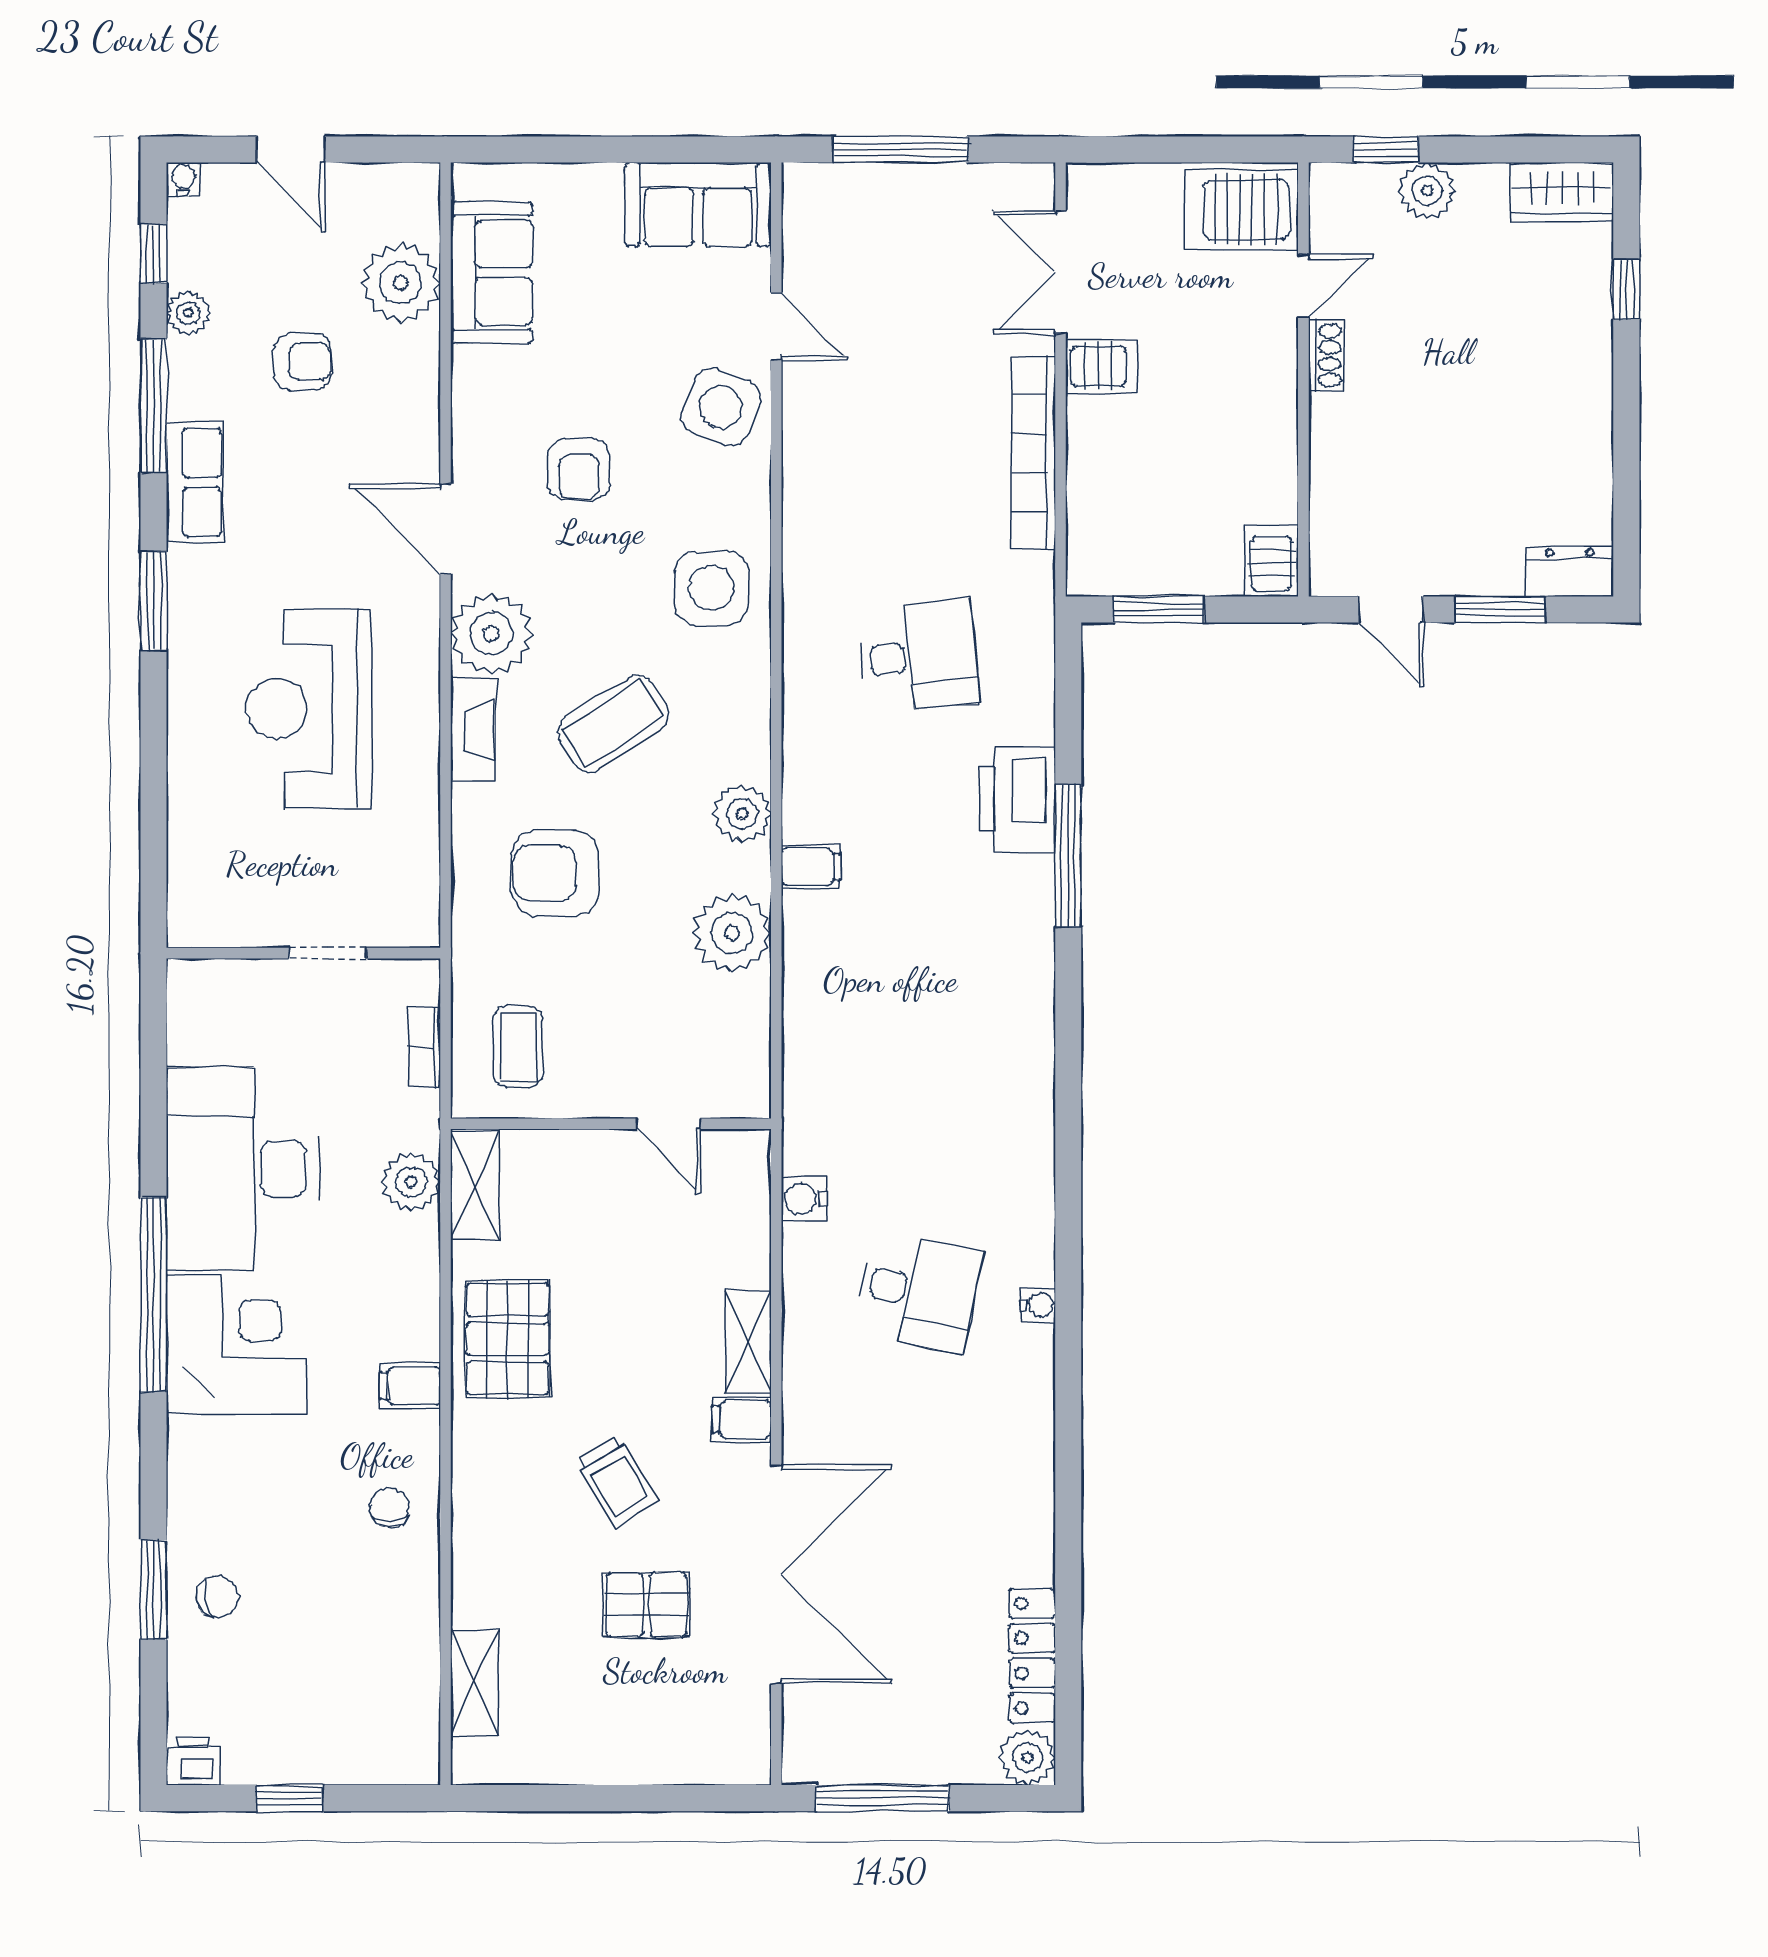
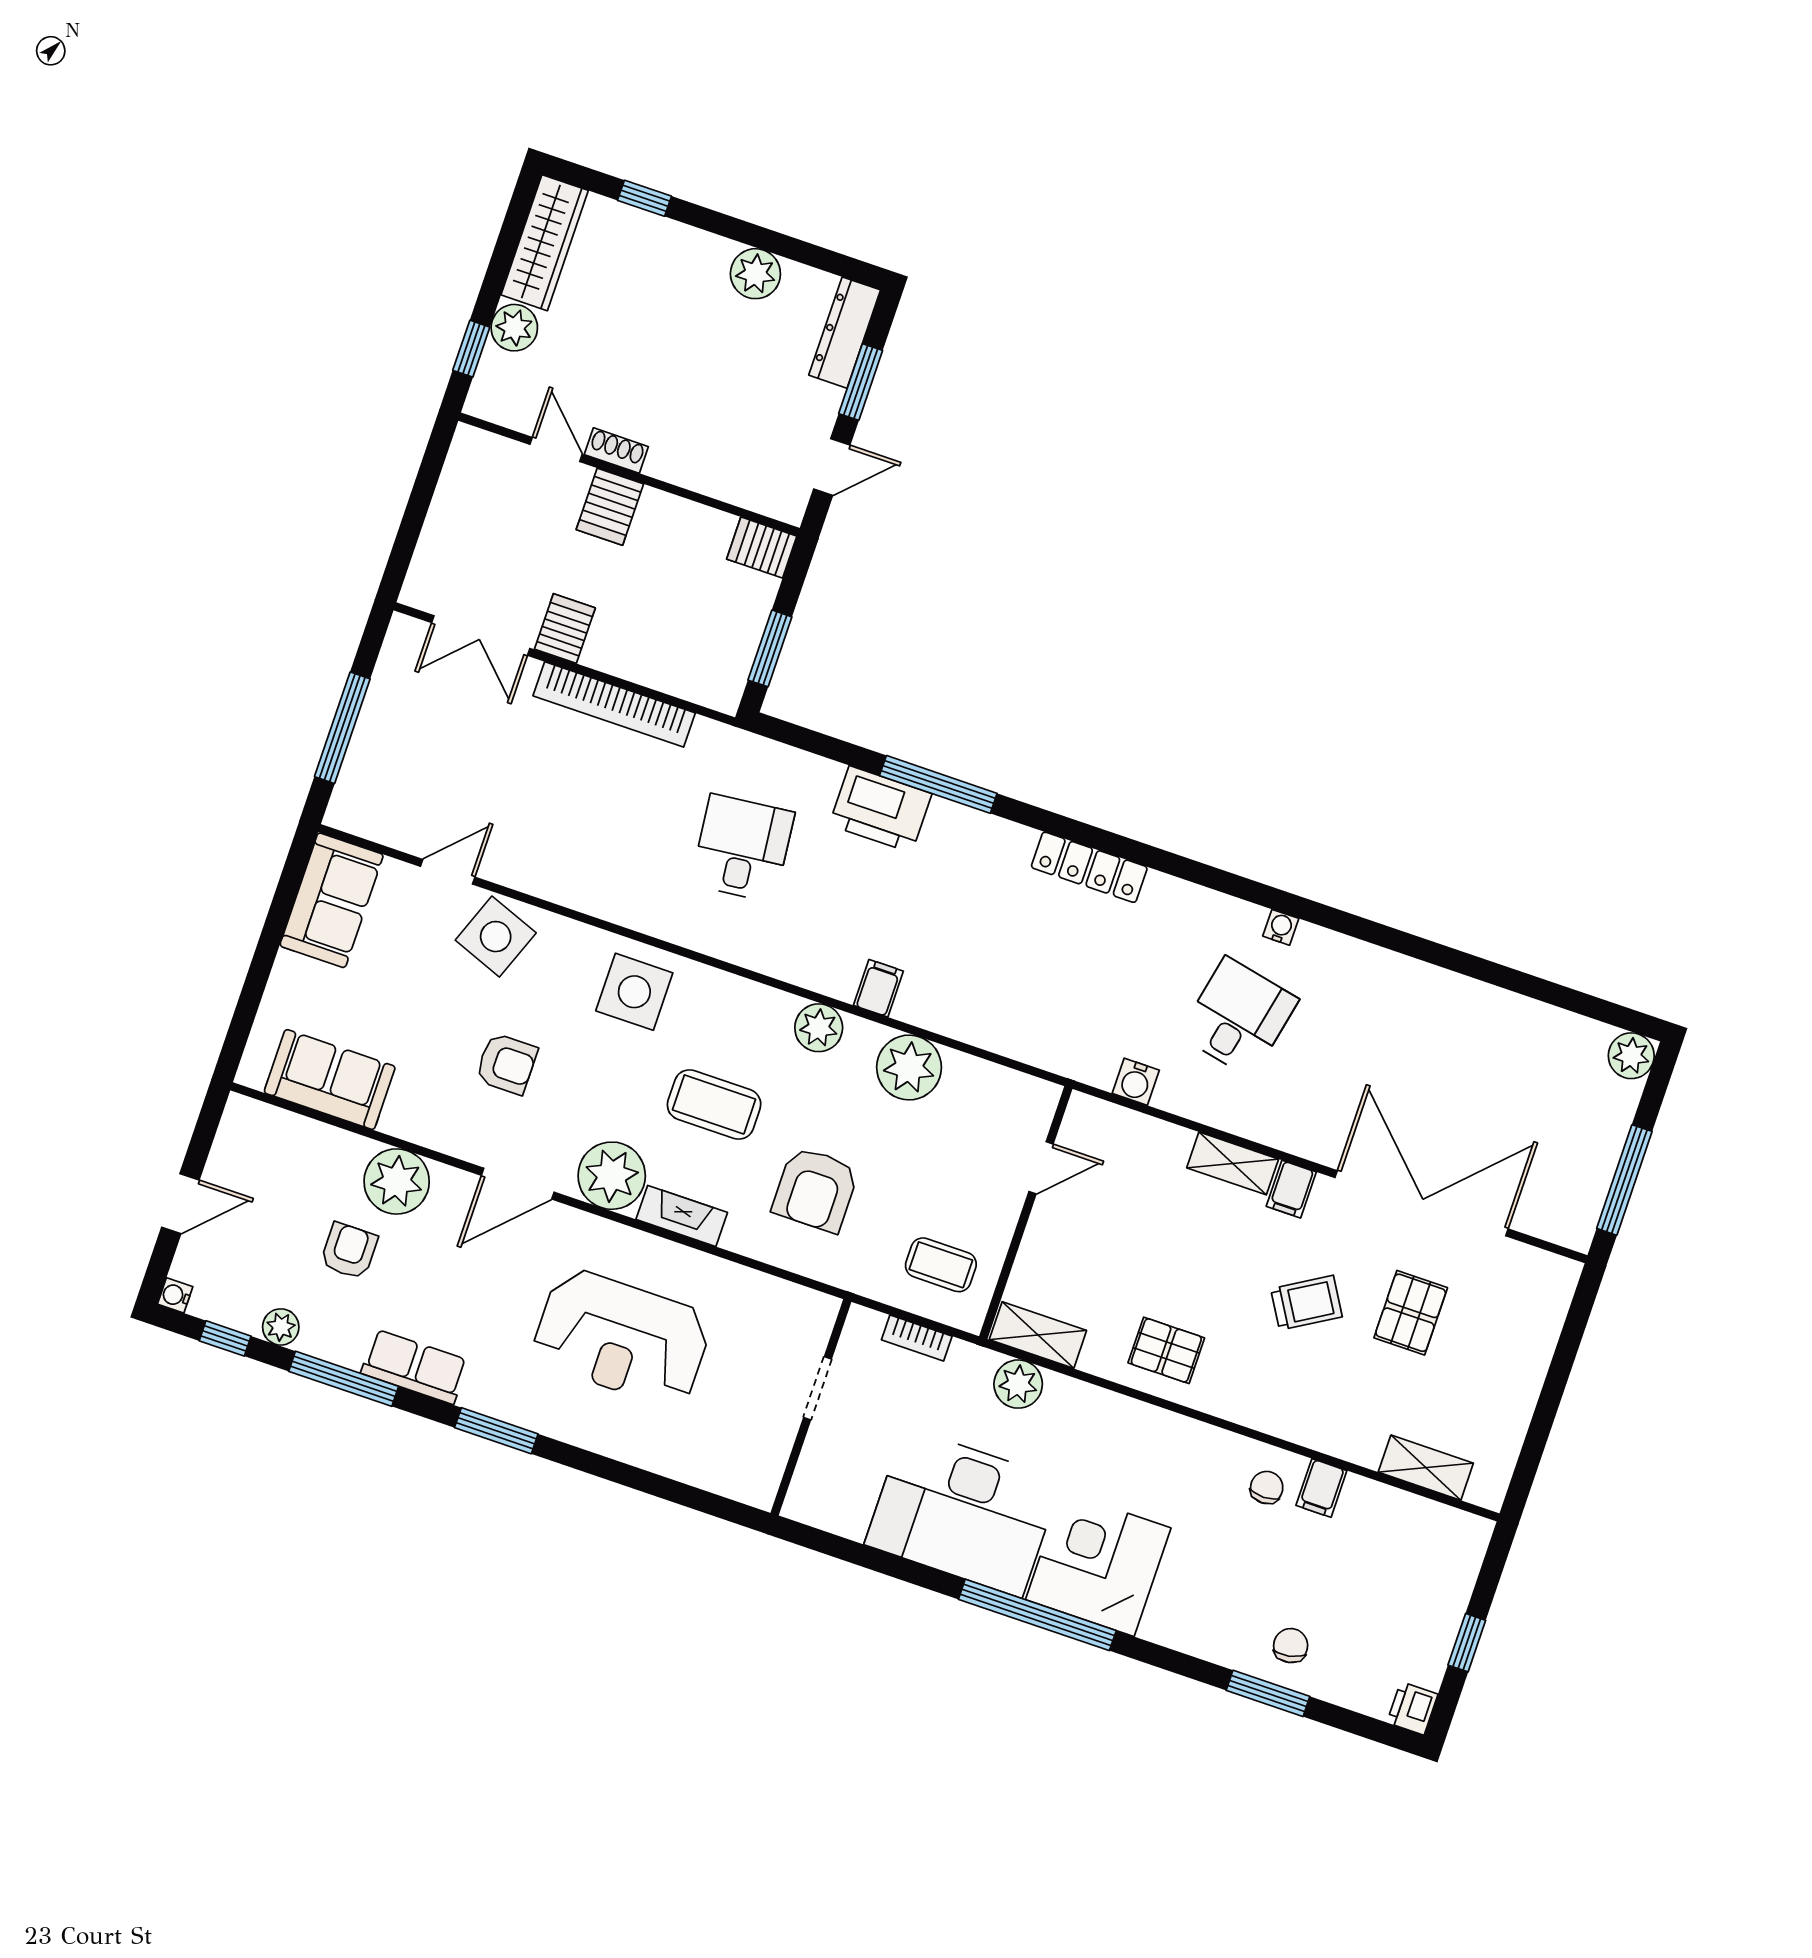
wardrobe: (1562, 192) -> (545, 243), width x1.50
server rack: (1242, 210) -> (610, 507), moved, width x0.73, depth x0.70
plant: (401, 283) -> (397, 1181), moved
plant: (1583, 446) -> (755, 274), added
dresser: (1570, 572) -> (845, 333), width x1.44
coffee table: (613, 724) -> (714, 1105), turned -57
pallet: (508, 1339) -> (1166, 1350), width x0.67, depth x0.71
filing cabinet: (410, 1386) -> (1321, 1488), moved
chair: (389, 1508) -> (1267, 1488), turned 90
locker: (1032, 1656) -> (1089, 867), moved

